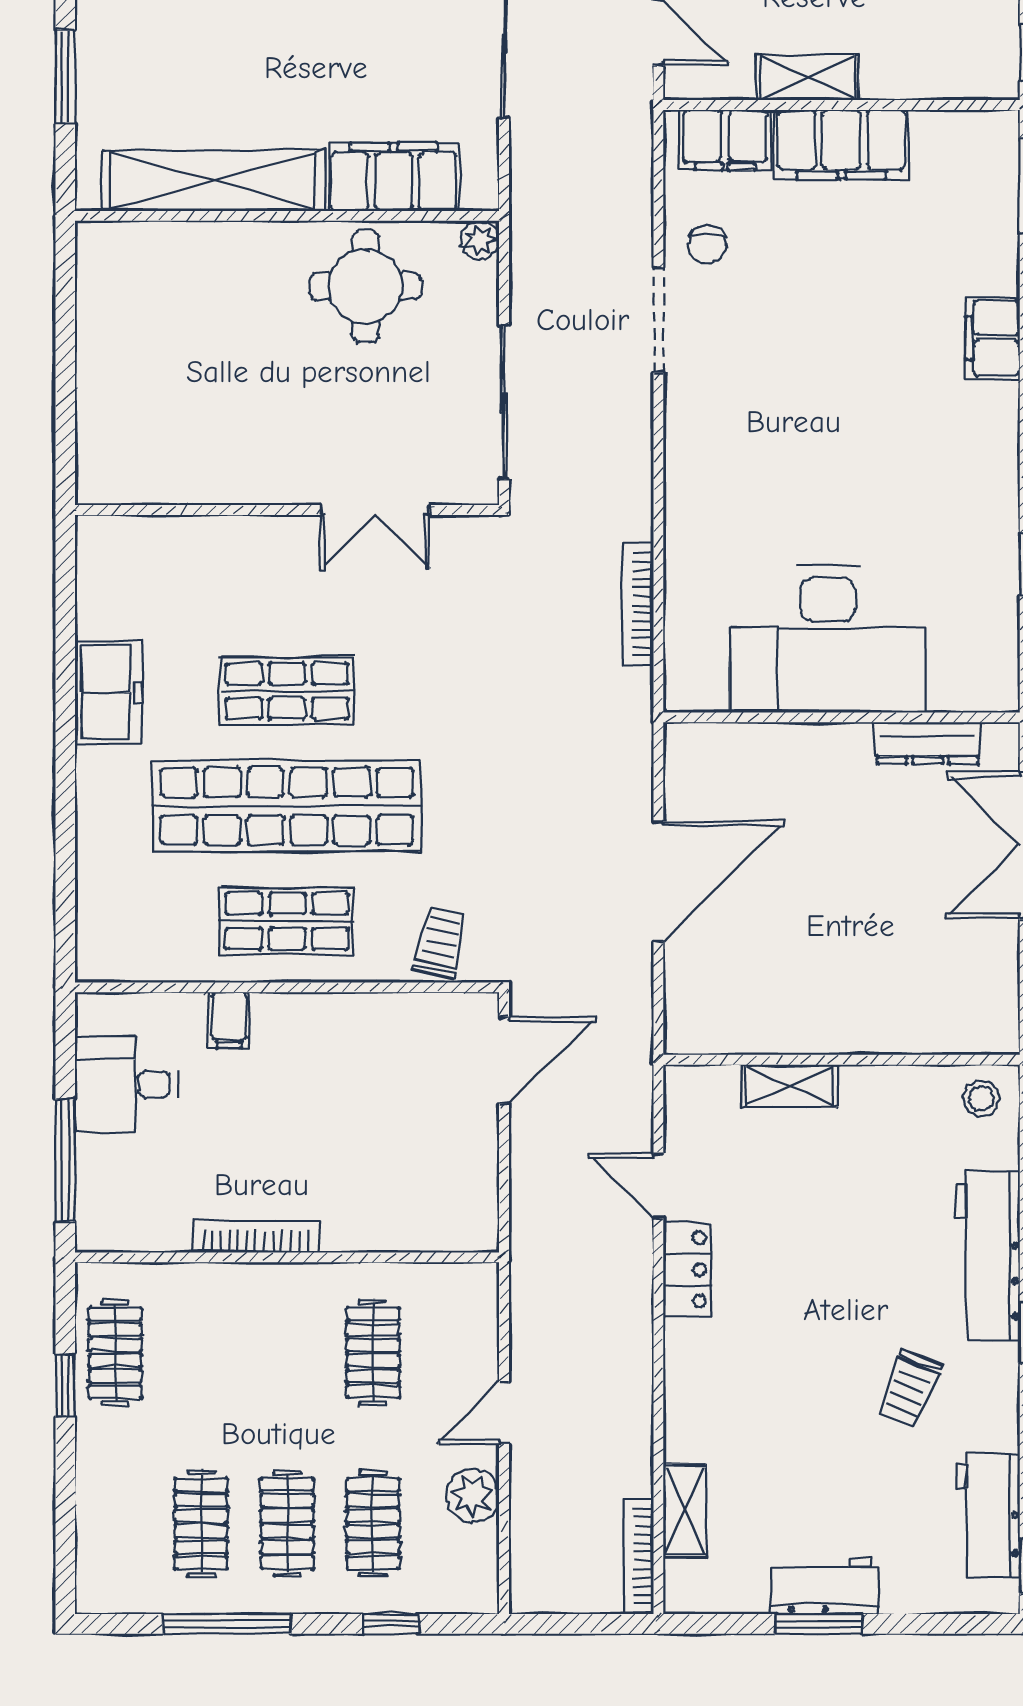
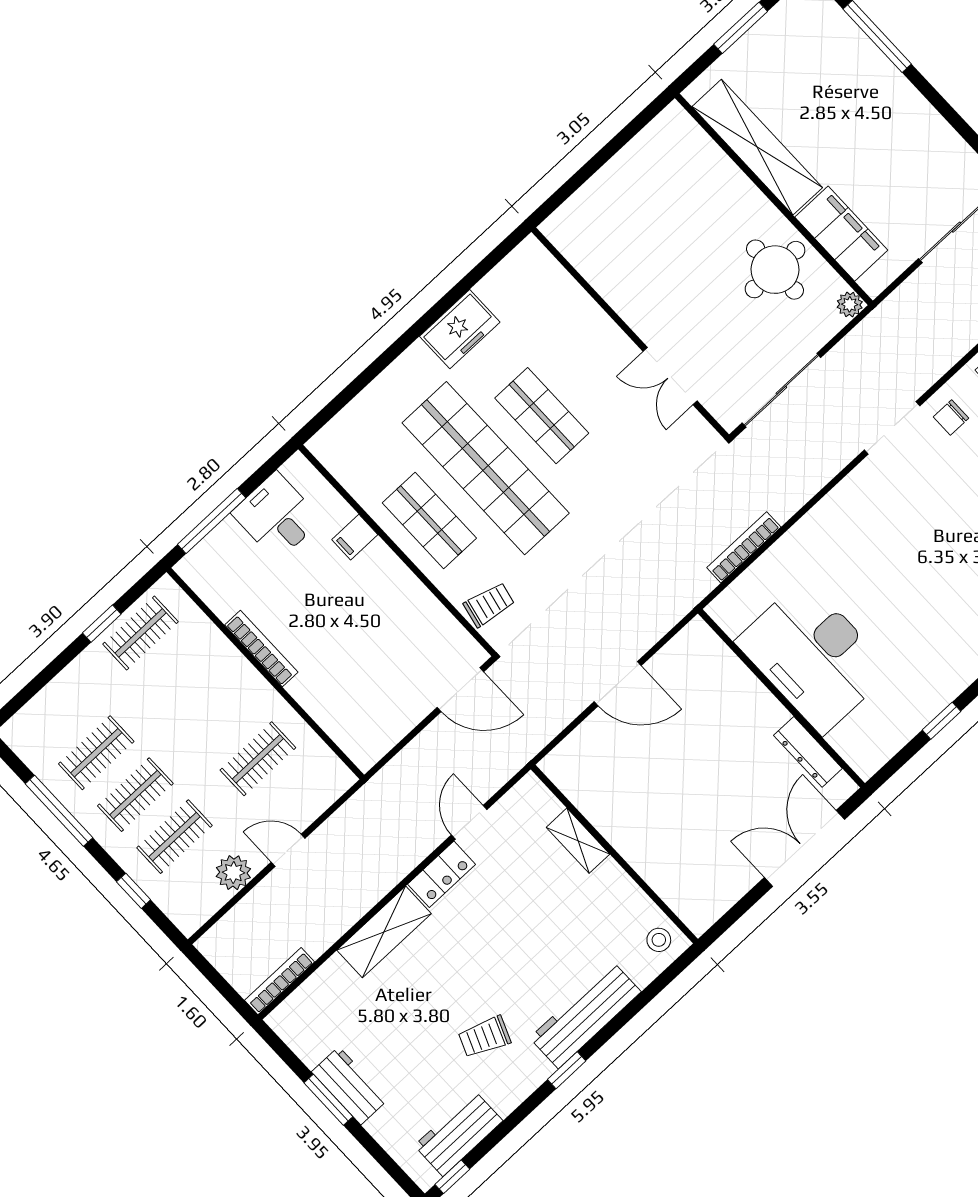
door: (658, 882) -> (618, 684), width x0.73
shelving: (684, 1511) -> (384, 932), moved, width x1.50, depth x1.33

